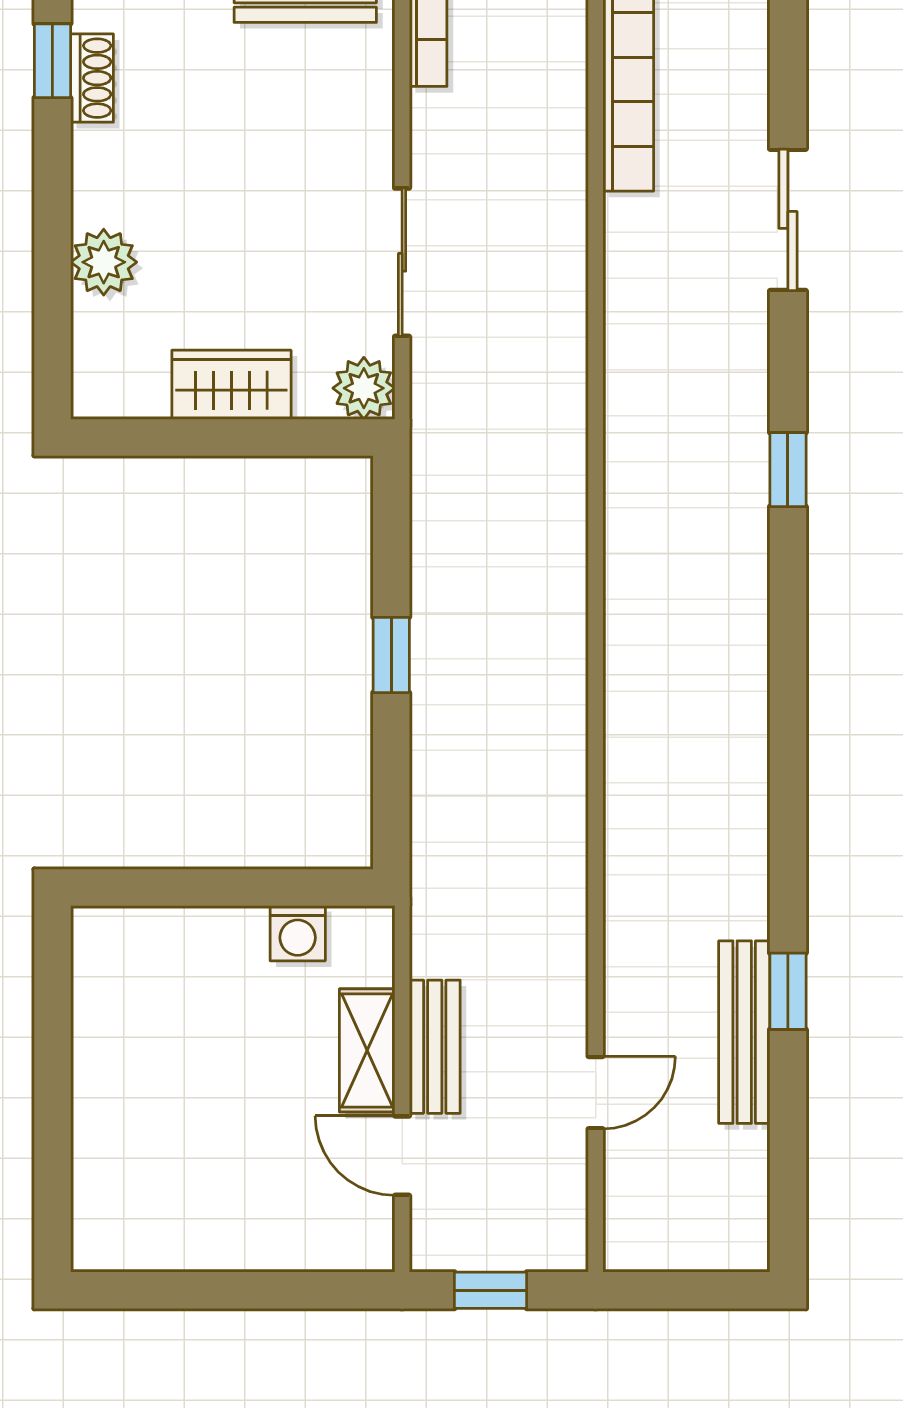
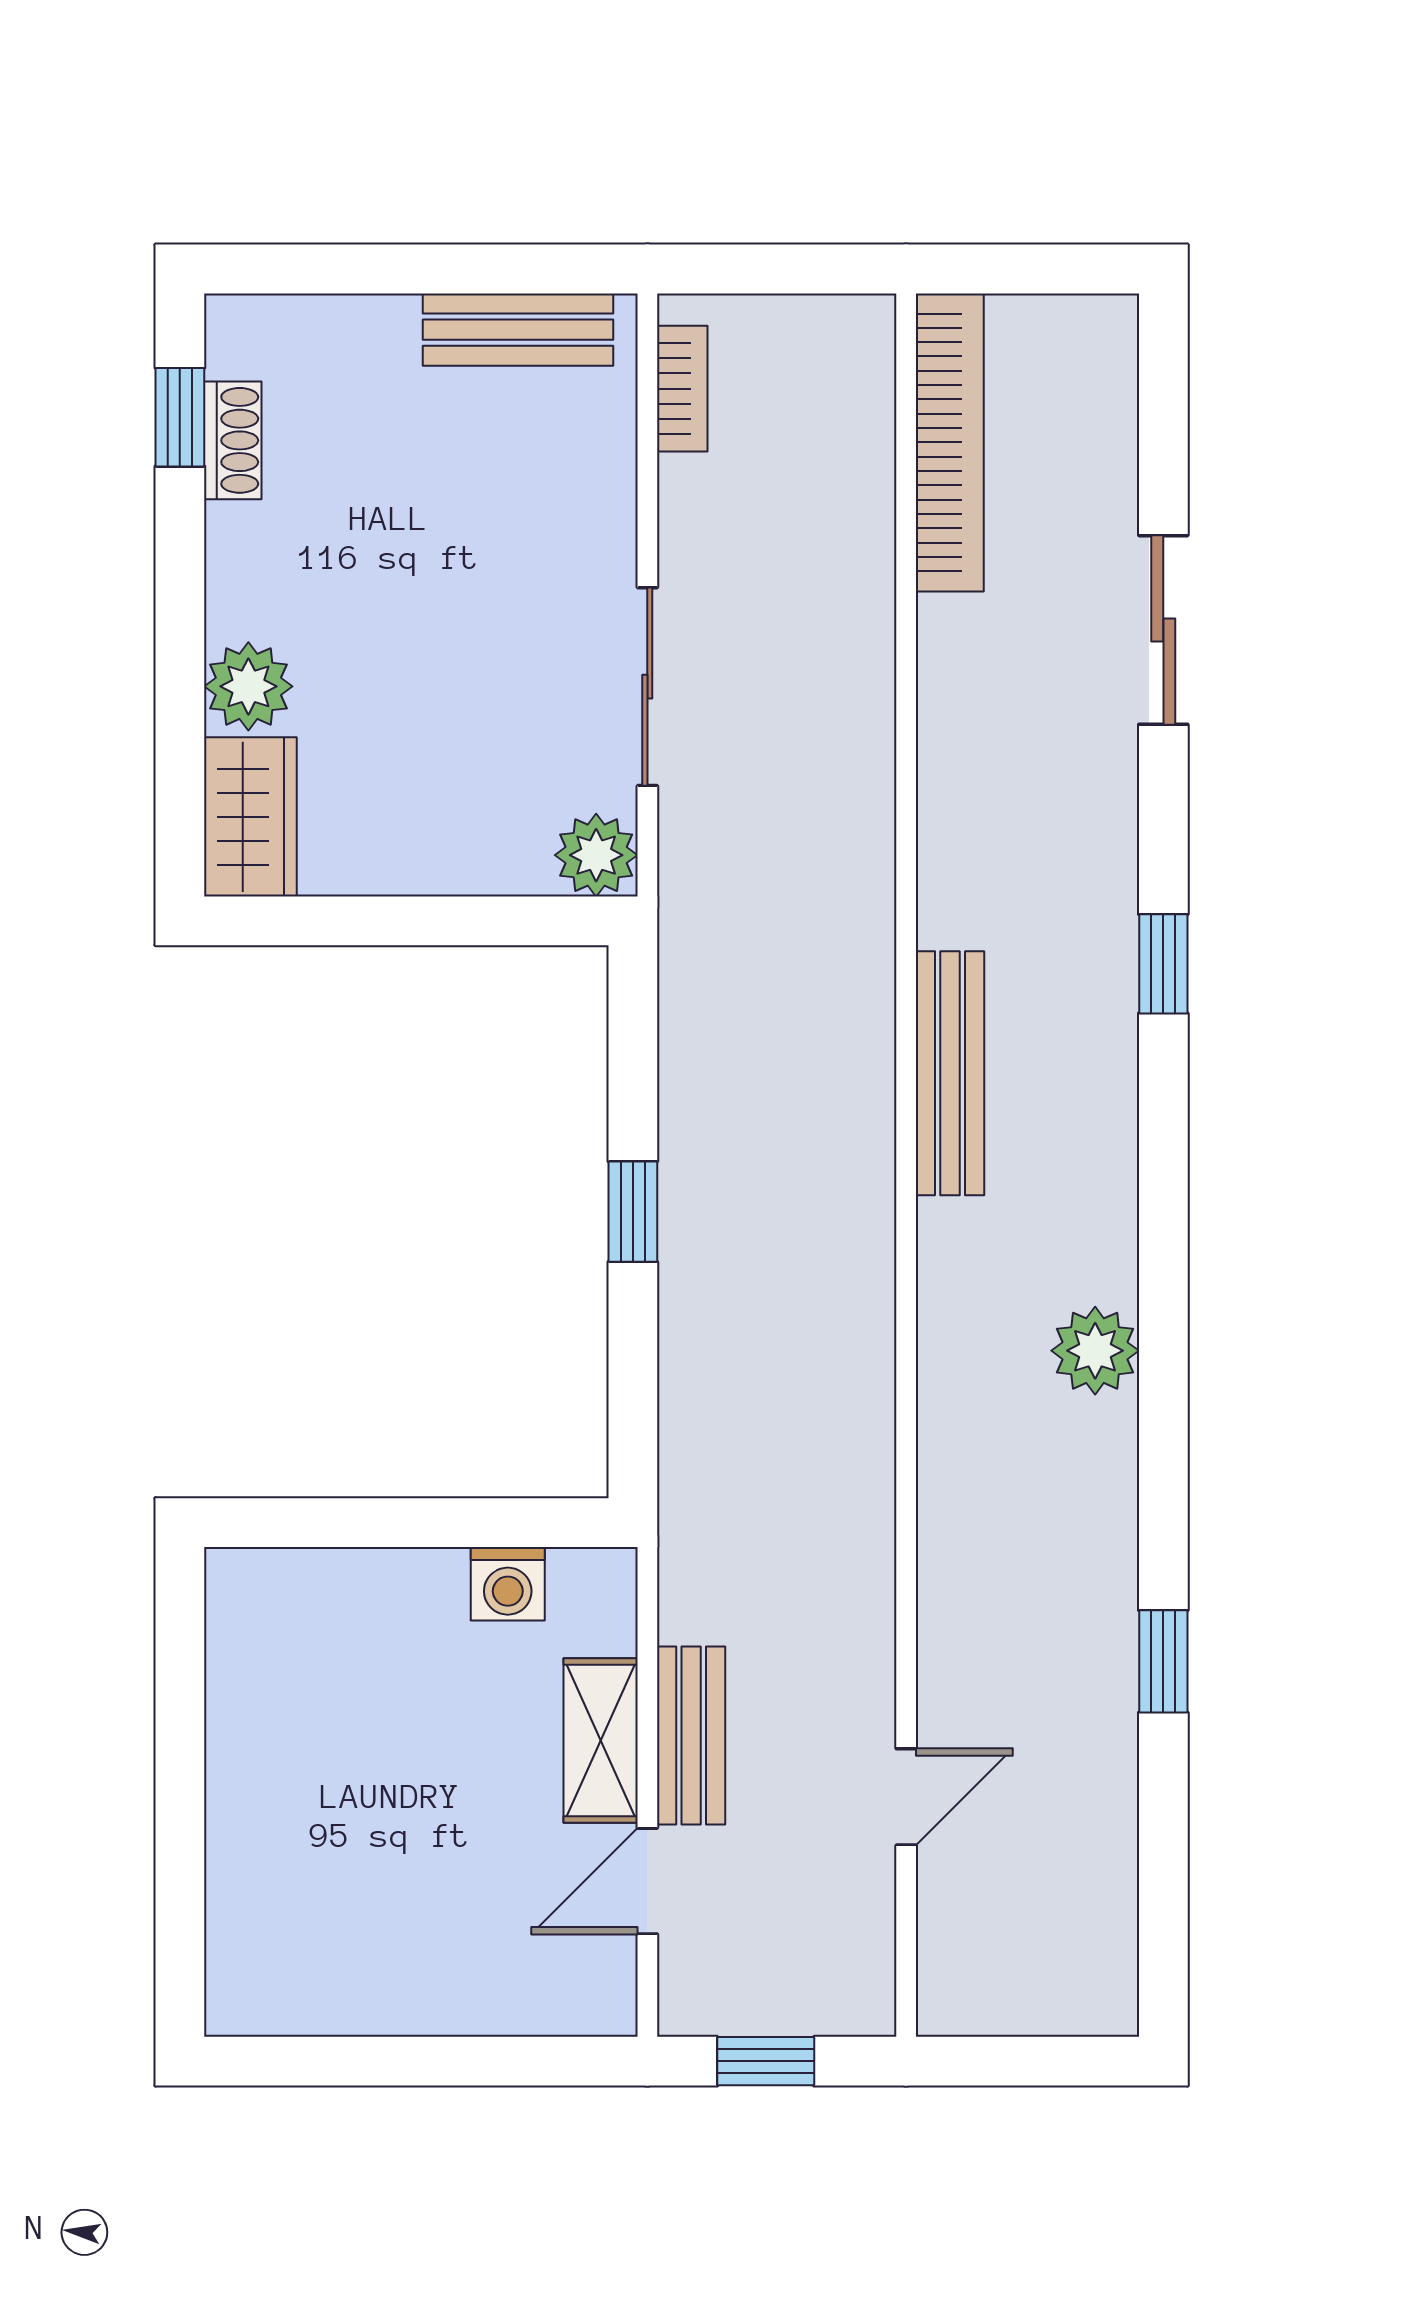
wardrobe: (231, 385) -> (250, 817), moved, turned 90
plant: (737, 759) -> (1095, 1351), added
bench: (744, 1032) -> (950, 1073), moved
door: (402, 1156) -> (647, 1881), hinge flipped

